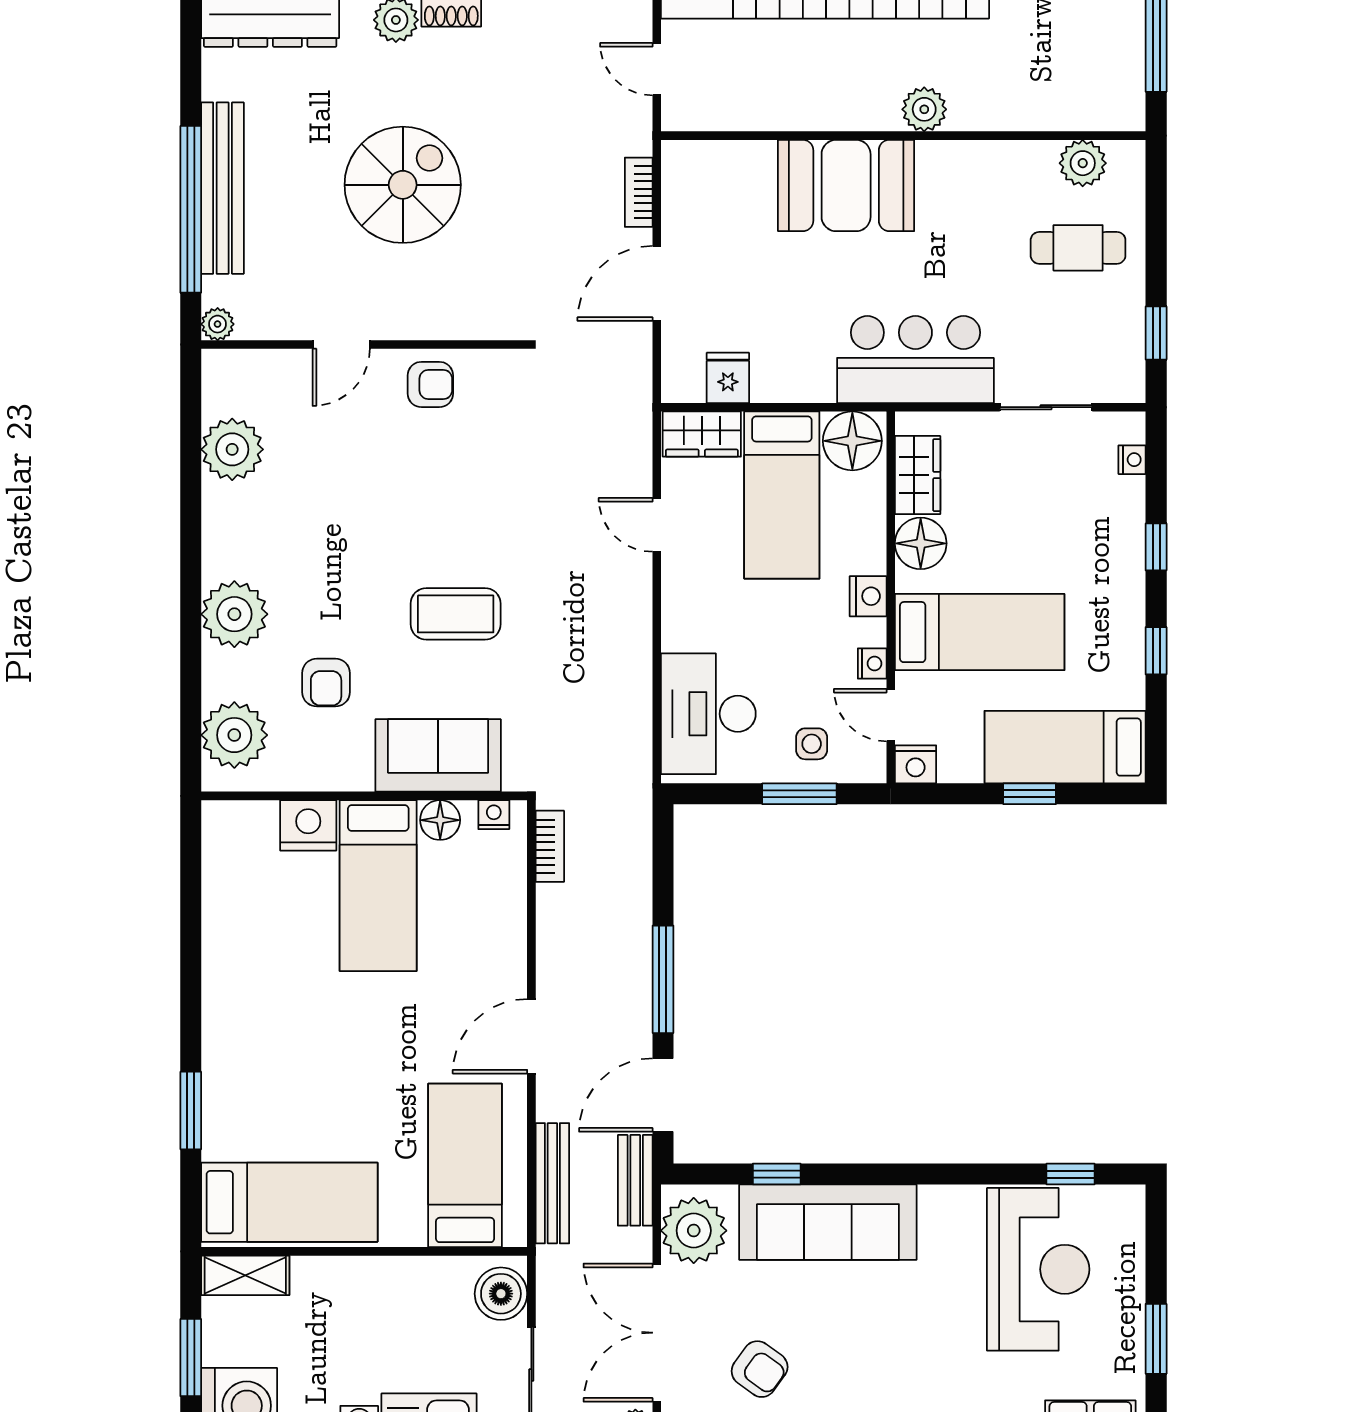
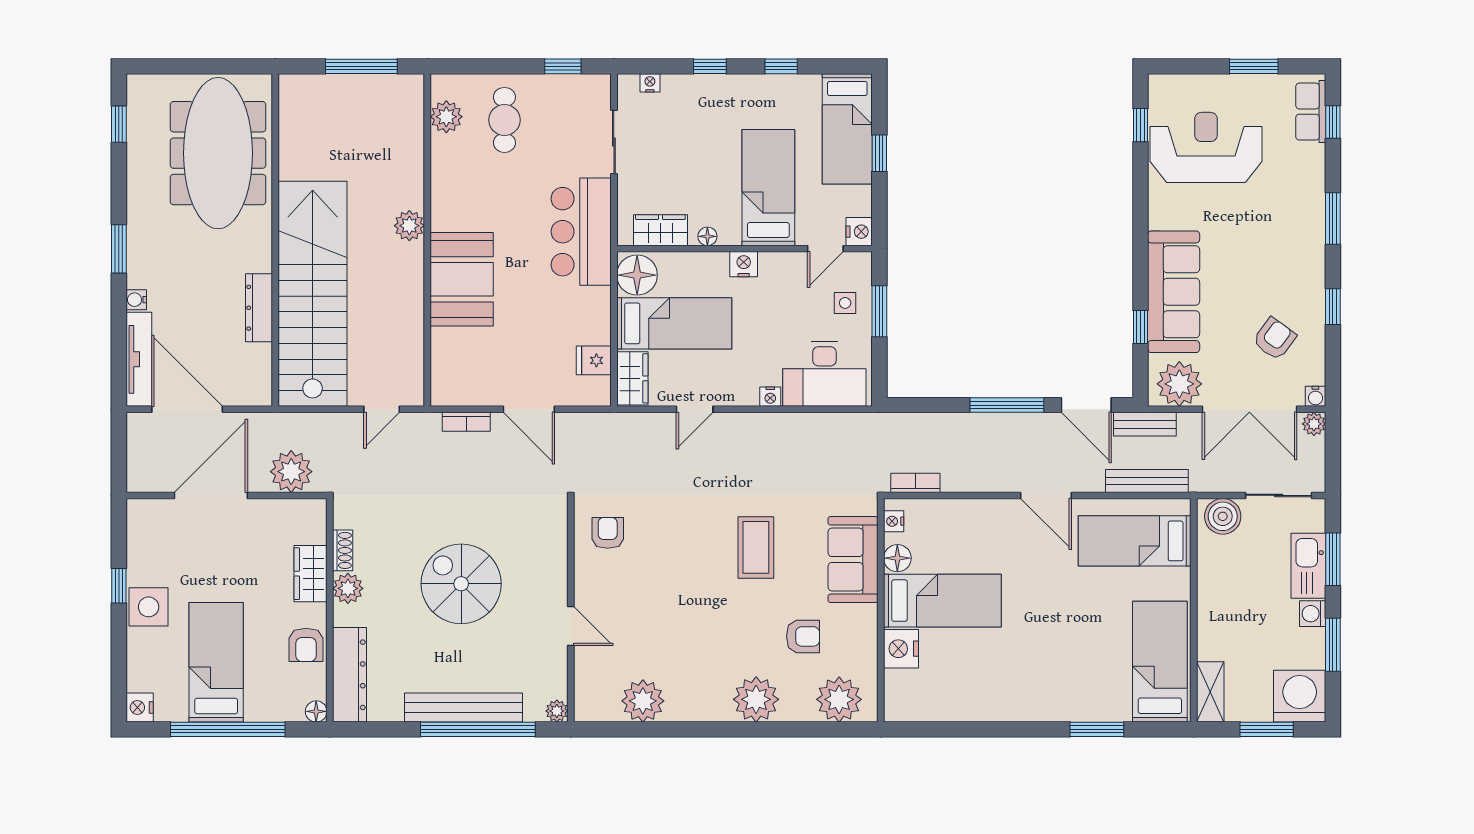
armchair: (430, 384) -> (608, 533), moved
floor lamp: (921, 543) -> (707, 236), width x0.53, depth x0.53
nightstand: (872, 663) -> (770, 397), moved, turned 180

